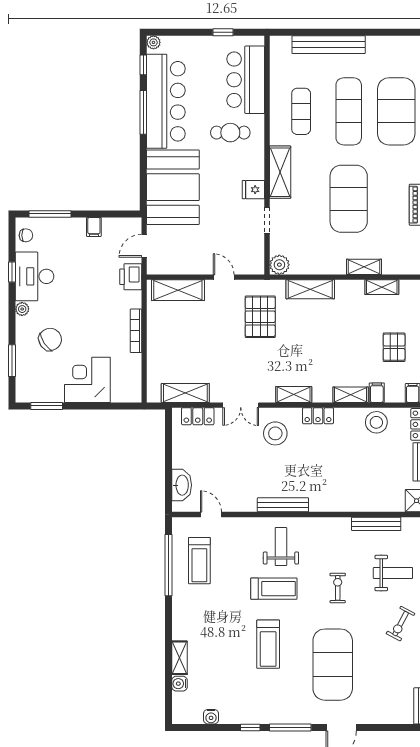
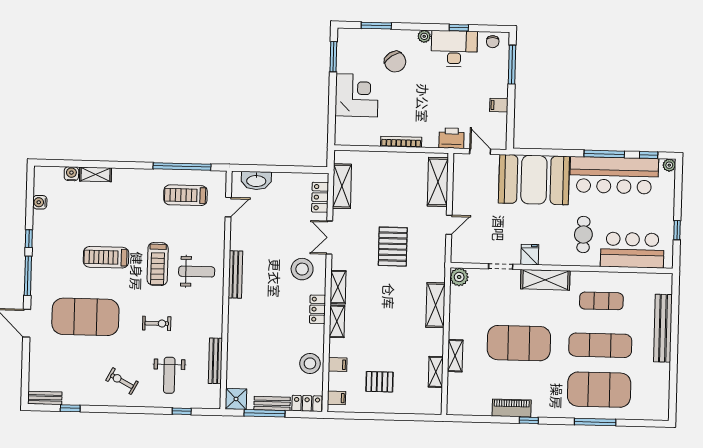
pallet: (260, 317) -> (393, 247), moved, turned 90
shelving: (351, 395) -> (337, 321), moved

